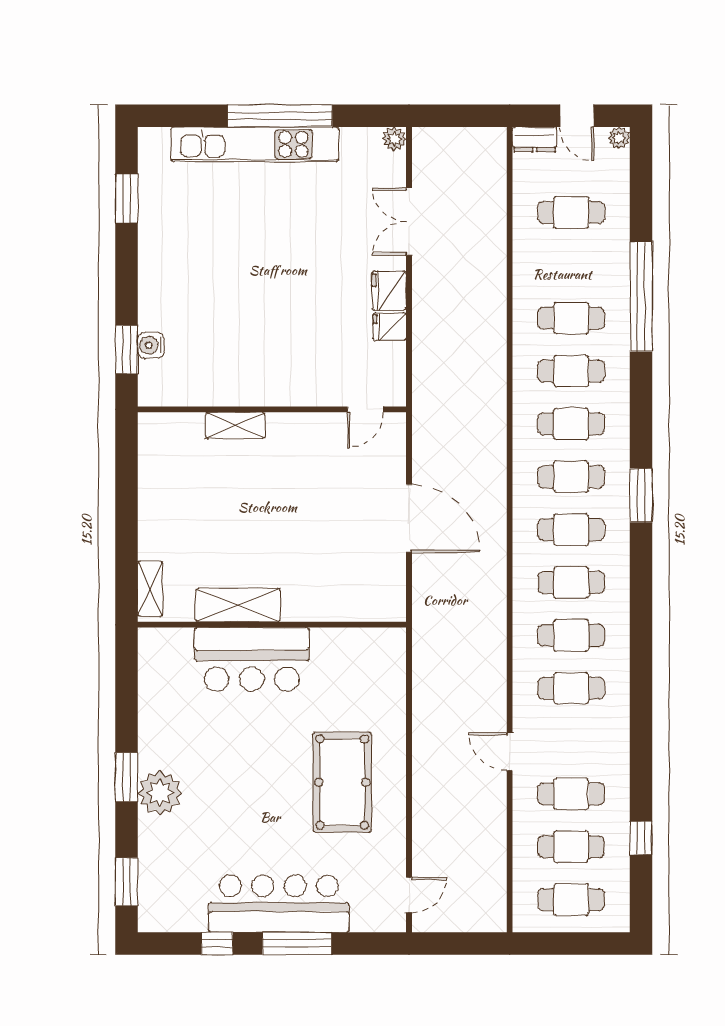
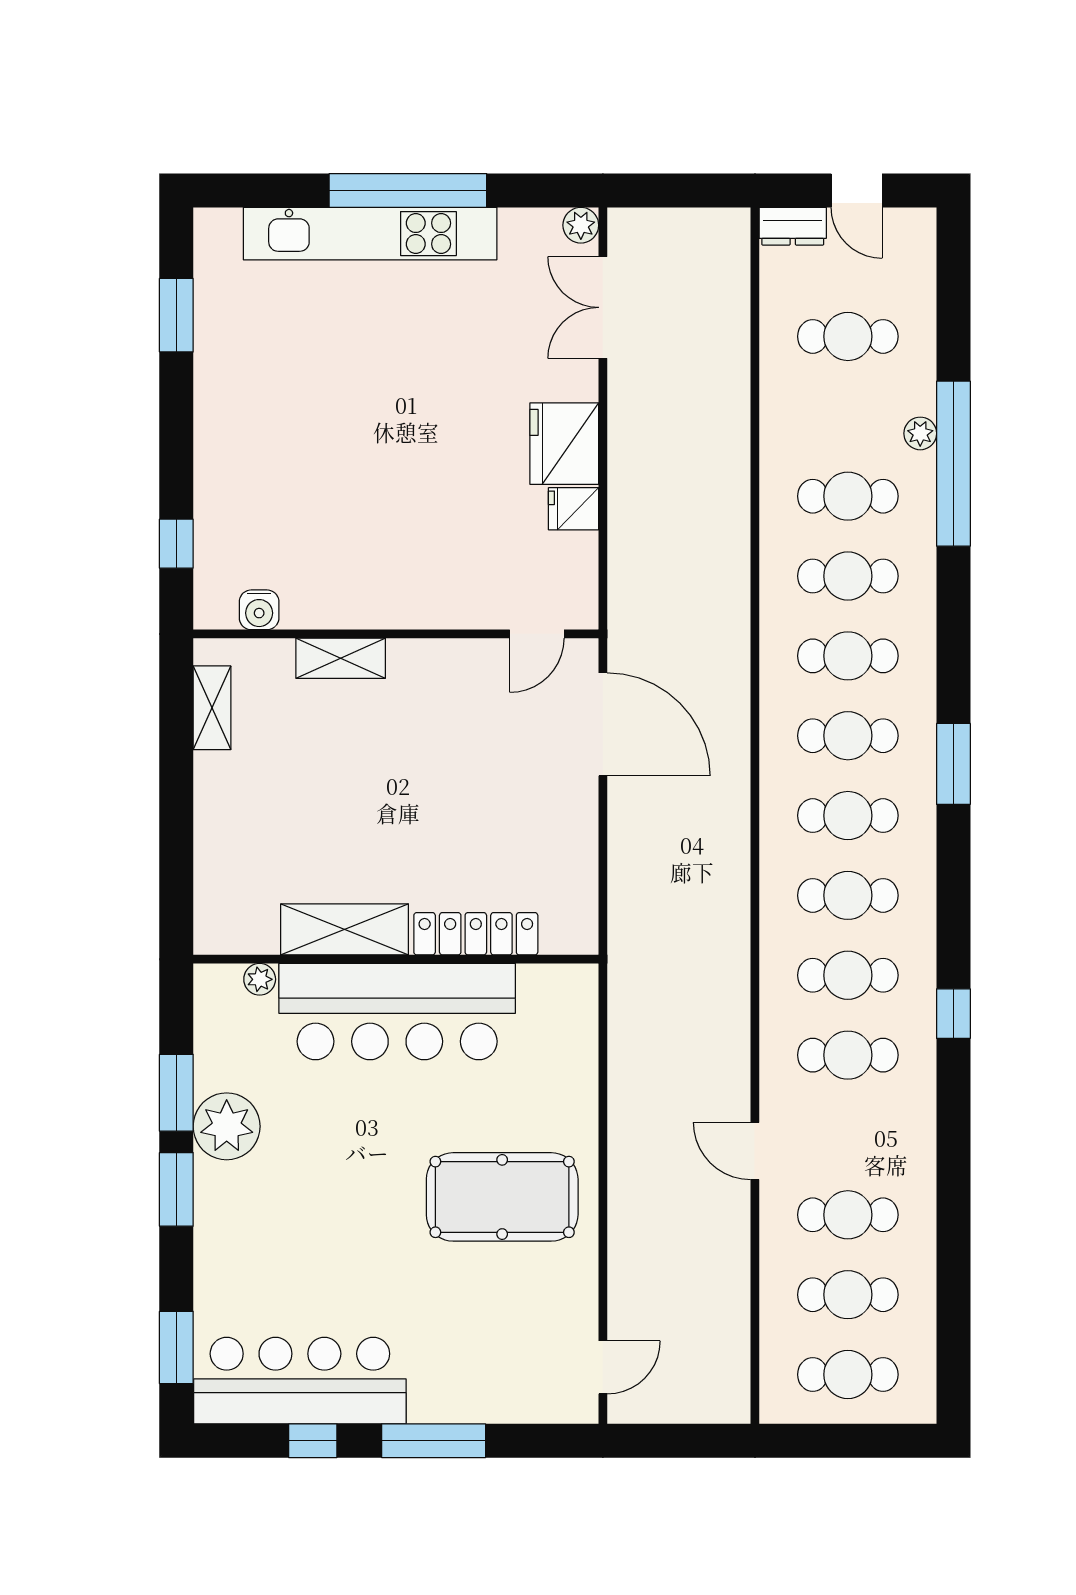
plant: (619, 138) -> (920, 433), moved
double door: (409, 222) -> (603, 307), moved
fridge: (389, 291) -> (564, 444), width x1.36, depth x1.34
water cooler: (151, 345) -> (259, 610), moved, turned -90
window: (127, 350) -> (176, 544), width x0.67
door: (409, 518) -> (603, 724), moved
shelving: (150, 589) -> (212, 708), moved
locker: (325, 608) -> (476, 934), added
plant: (182, 638) -> (260, 979), added
bar counter: (252, 659) -> (397, 1012), width x1.36
window: (127, 713) -> (176, 1093), added
pool table: (342, 782) -> (502, 1197), turned 90
plant: (160, 793) -> (227, 1126), moved
window: (641, 838) -> (953, 1014), moved
bar counter: (279, 904) -> (300, 1381), moved

